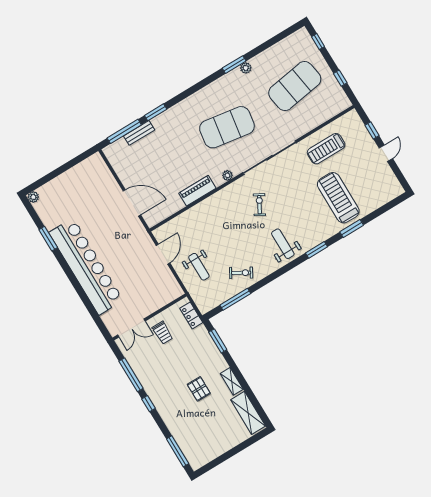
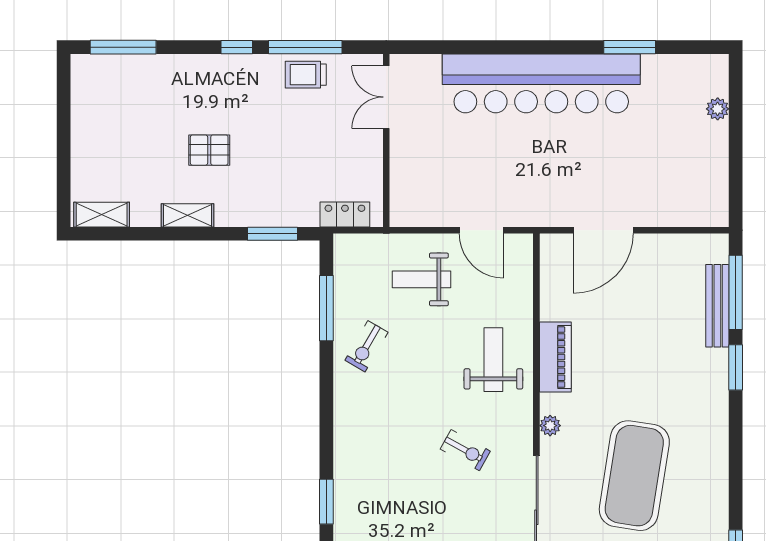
bench: (139, 133) -> (717, 306), width x1.36
plant: (33, 197) -> (718, 109), moved
weight bench: (283, 244) -> (493, 360), moved, turned -90
trolley: (163, 333) -> (306, 75), moved
shelving: (248, 413) -> (102, 215), width x0.67, depth x0.75

